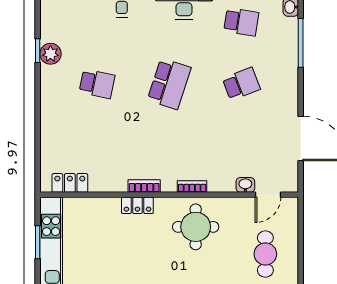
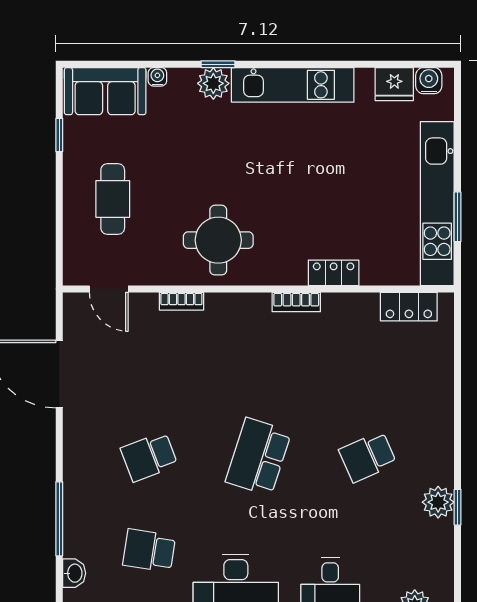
school desk: (97, 84) -> (368, 457), turned -36
washbasin: (245, 185) -> (143, 304), removed
bookcase: (192, 187) -> (181, 301), moved
door: (268, 195) -> (109, 289), swing flipped
locker: (137, 205) -> (334, 273), moved

